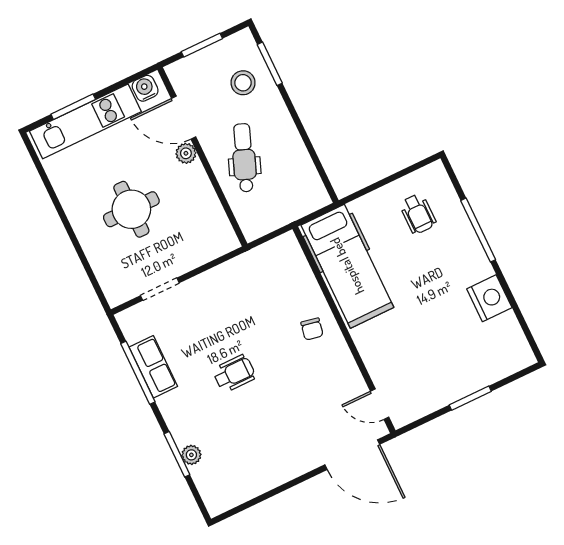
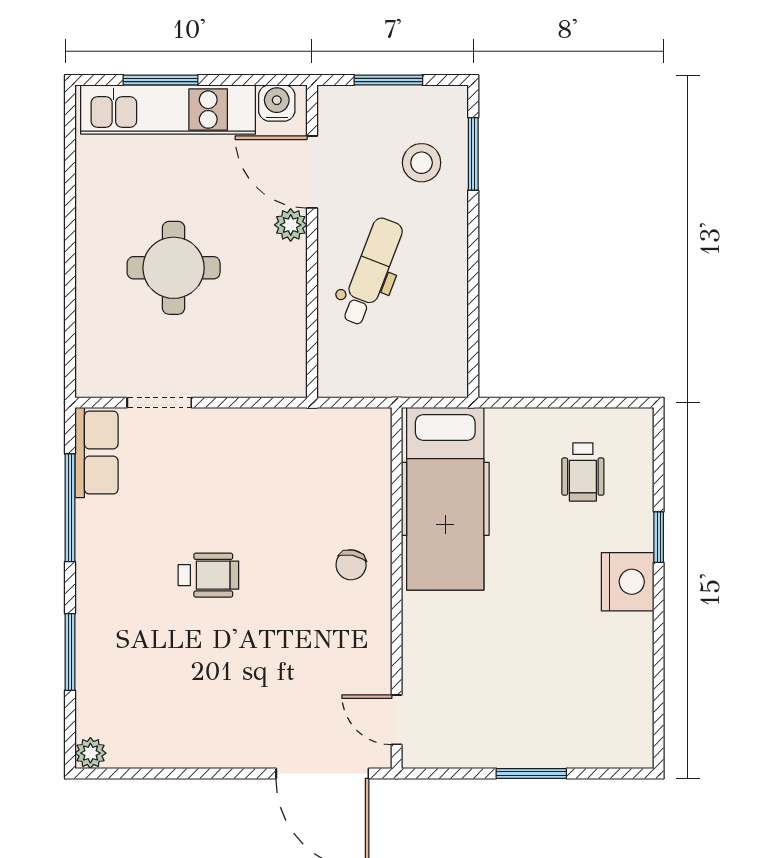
window: (478, 230) -> (659, 537), width x0.46
nightstand: (489, 298) -> (628, 582), moved
row of seats: (153, 367) -> (96, 453), moved
plant: (191, 455) -> (90, 753), moved

